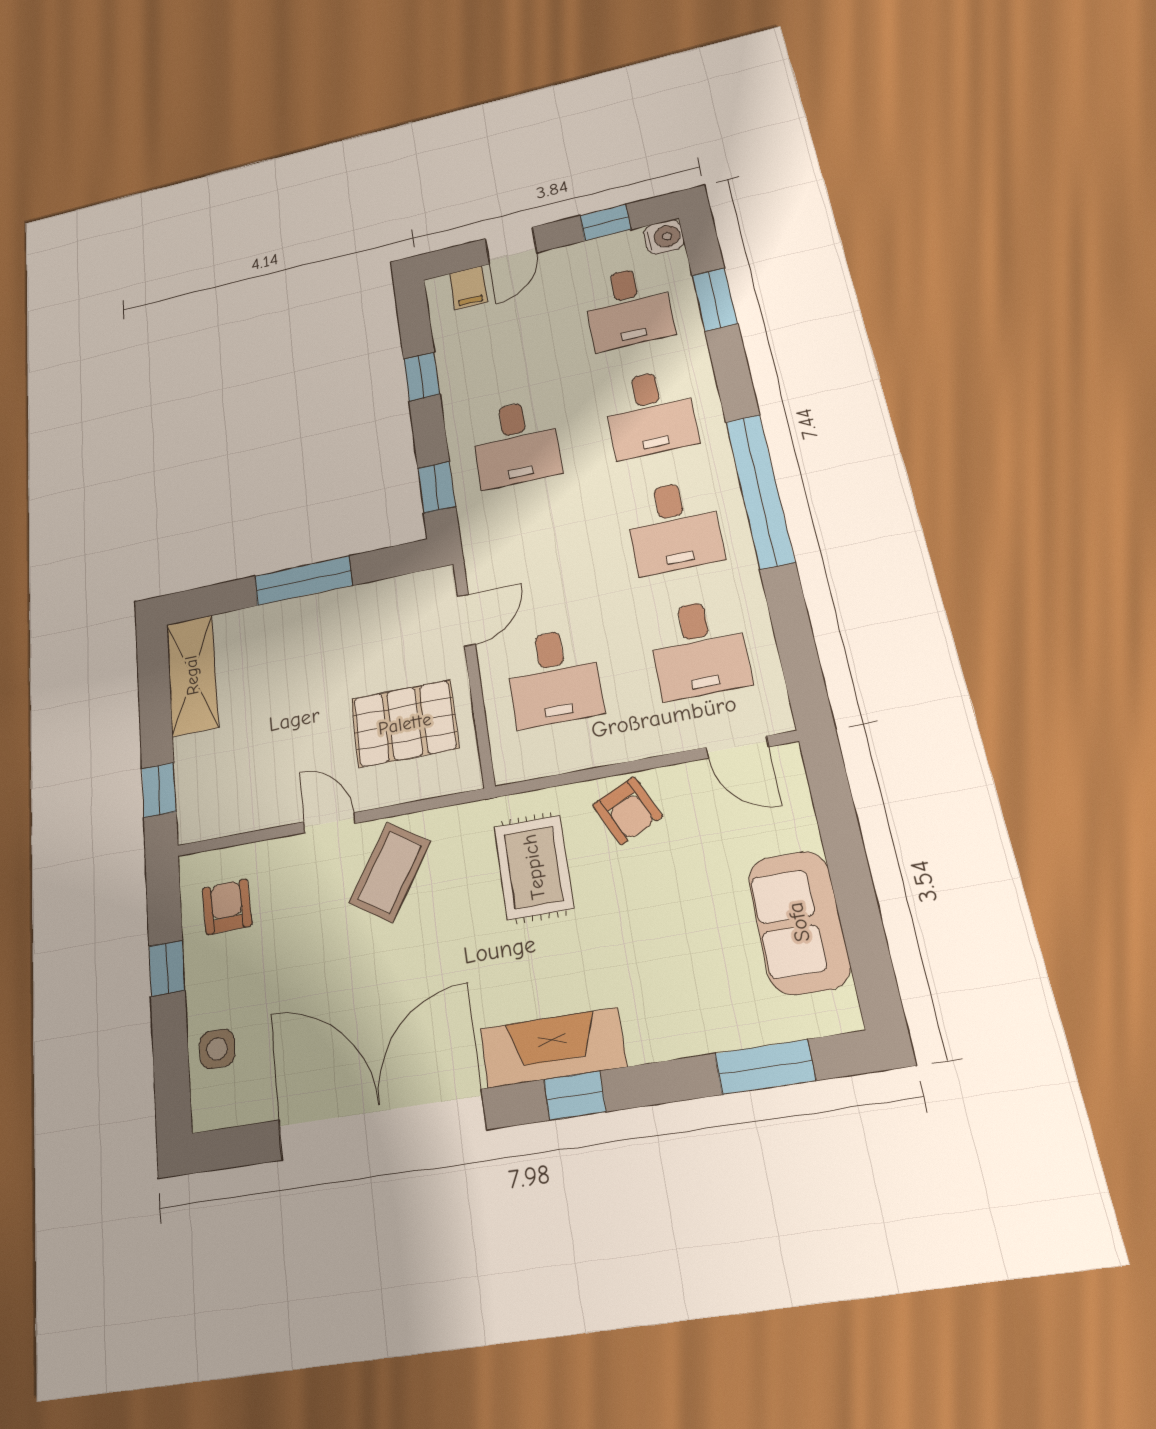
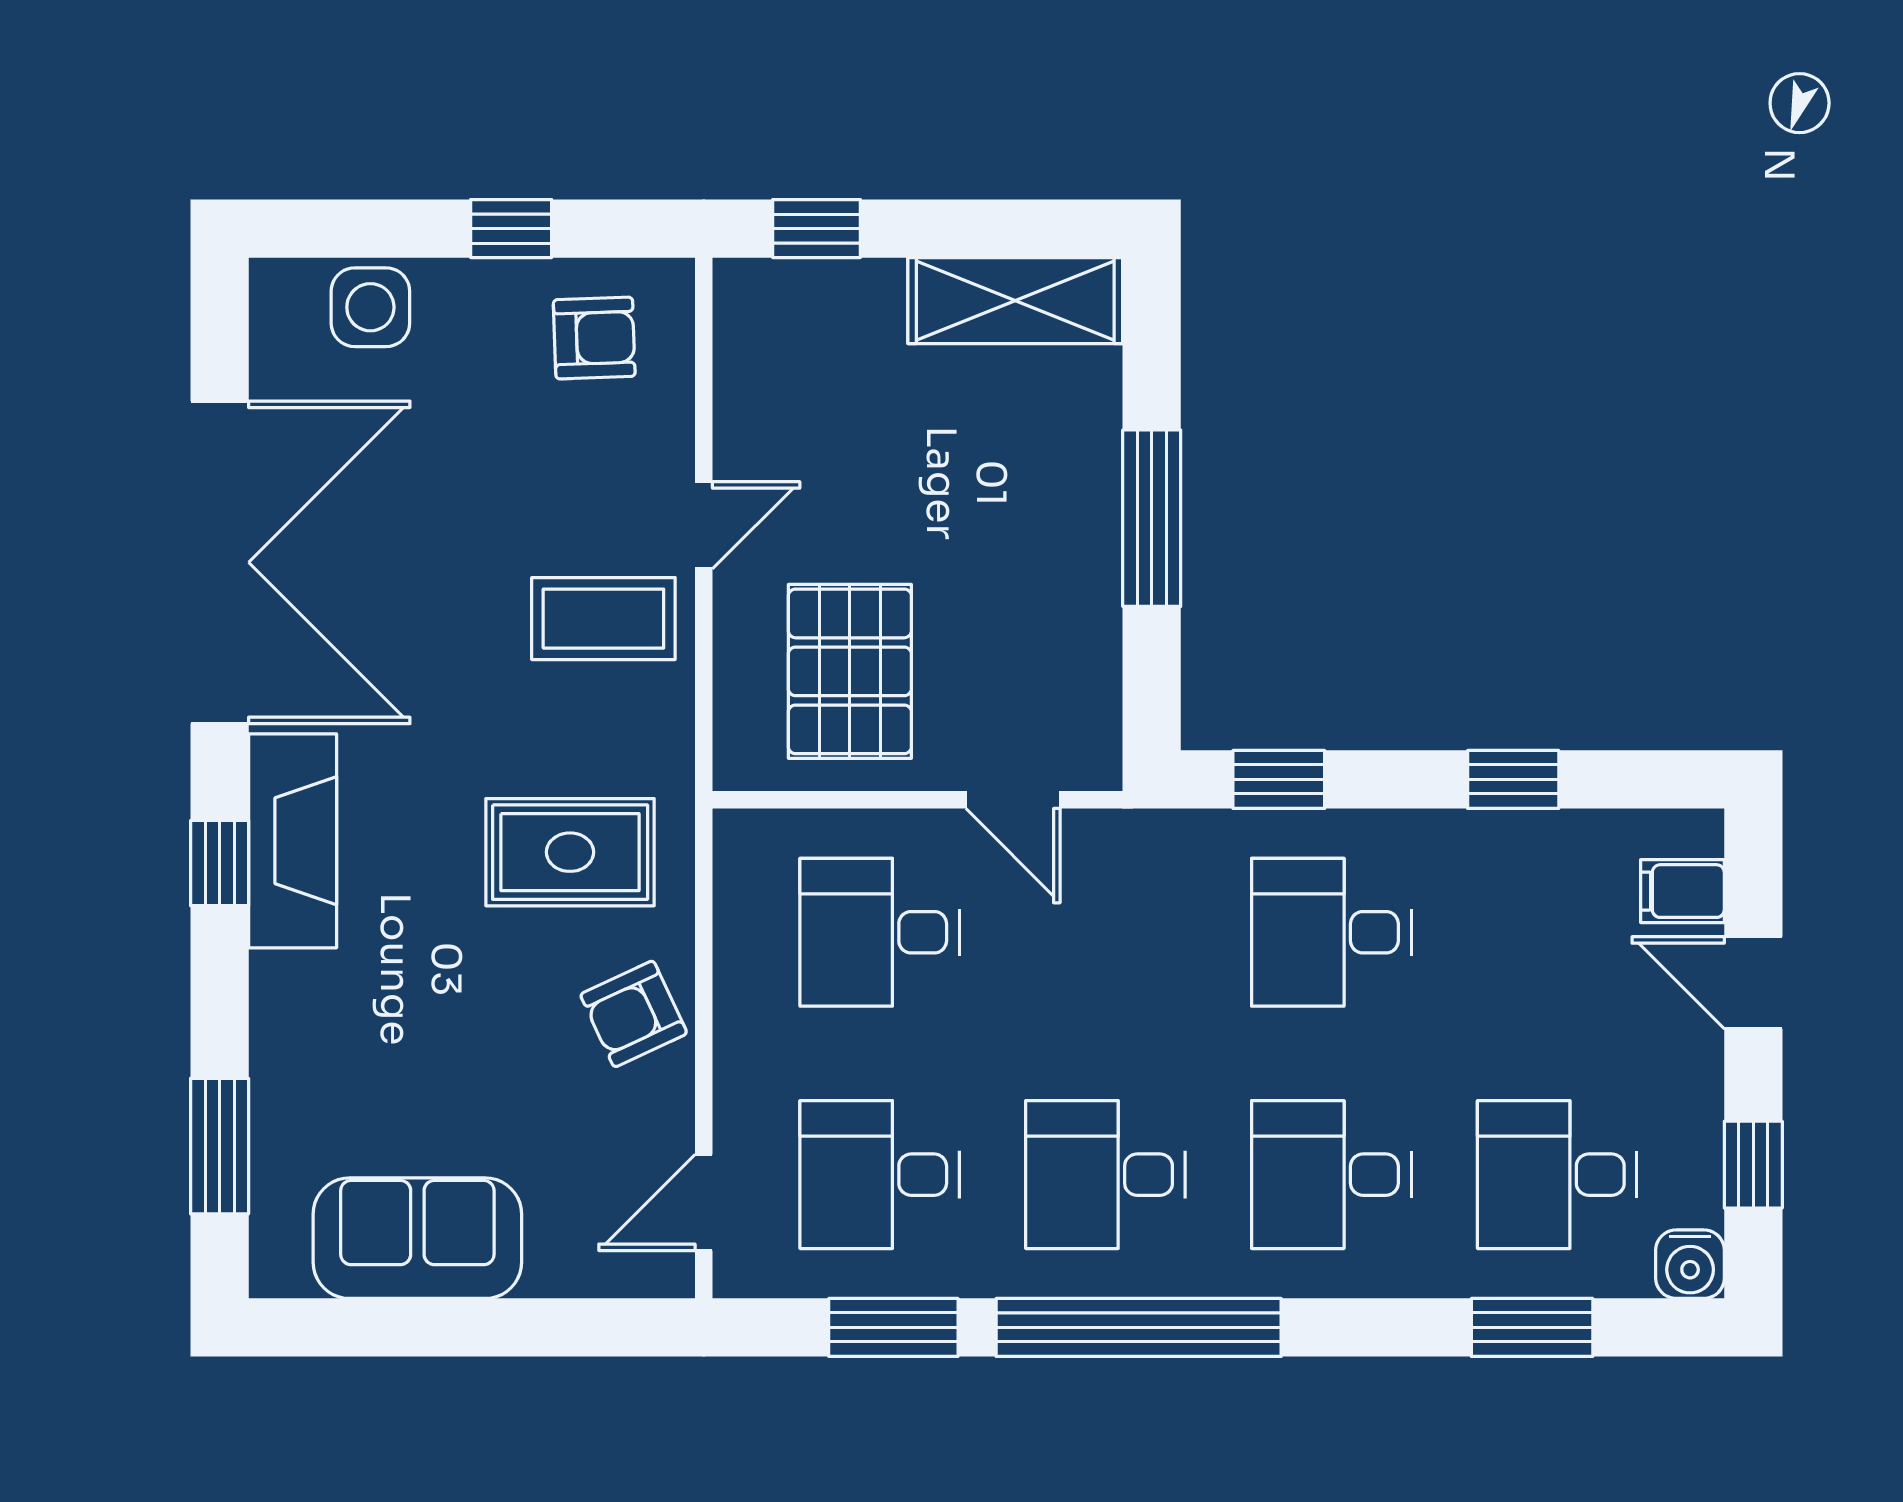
window: (791, 623) -> (893, 1327), added
coffee table: (390, 872) -> (603, 619), turned -33
side table: (217, 1049) -> (370, 307), width x1.37, depth x1.37

